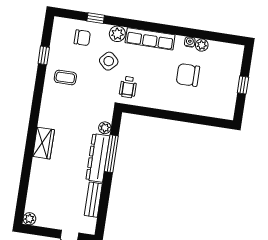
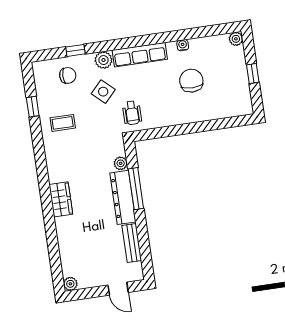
plant: (202, 45) -> (236, 39), moved
chair: (188, 75) -> (191, 81), turned 90

